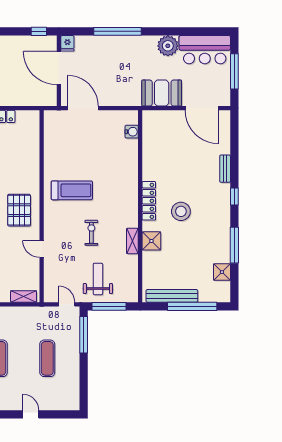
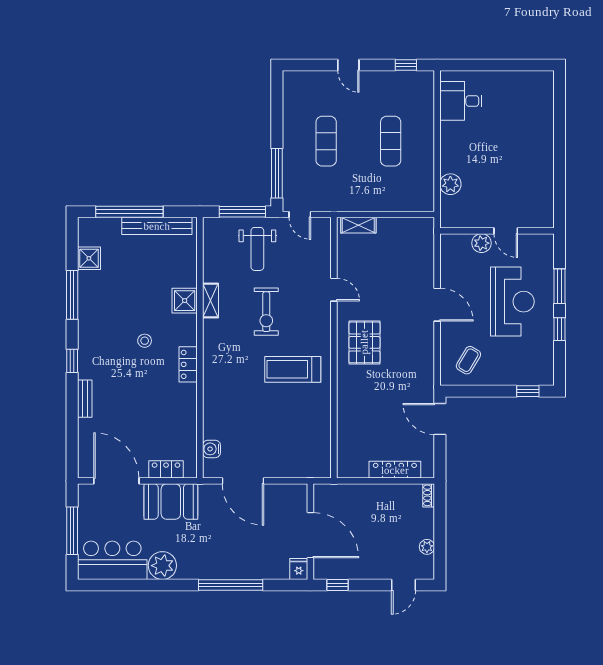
door: (83, 108) -> (243, 481), moved
locker: (165, 117) -> (166, 469), added
locker: (149, 201) -> (188, 364), width x0.66
stool: (181, 211) -> (145, 341), width x0.53, depth x0.53
exercise bike: (91, 233) -> (266, 312), width x1.38, depth x1.39

